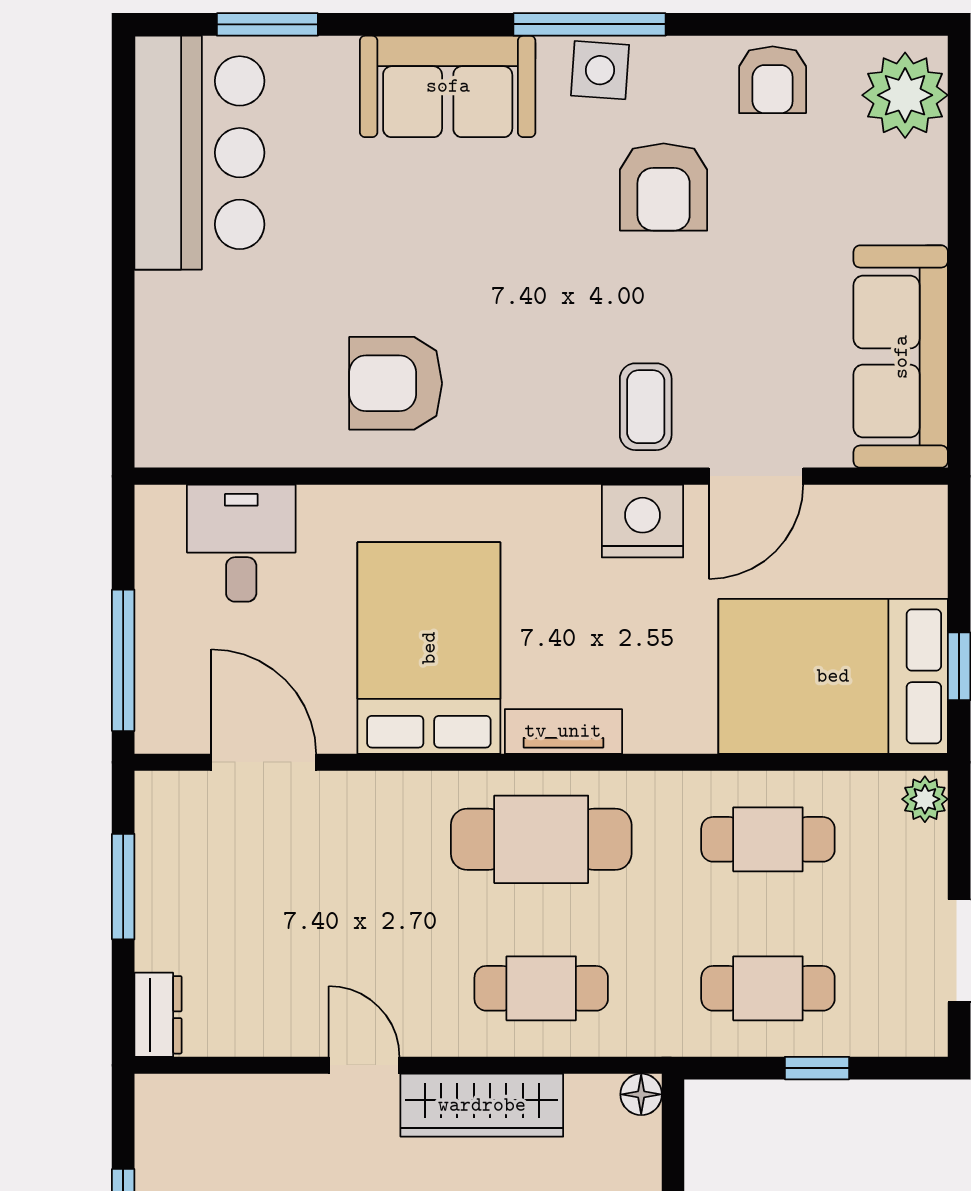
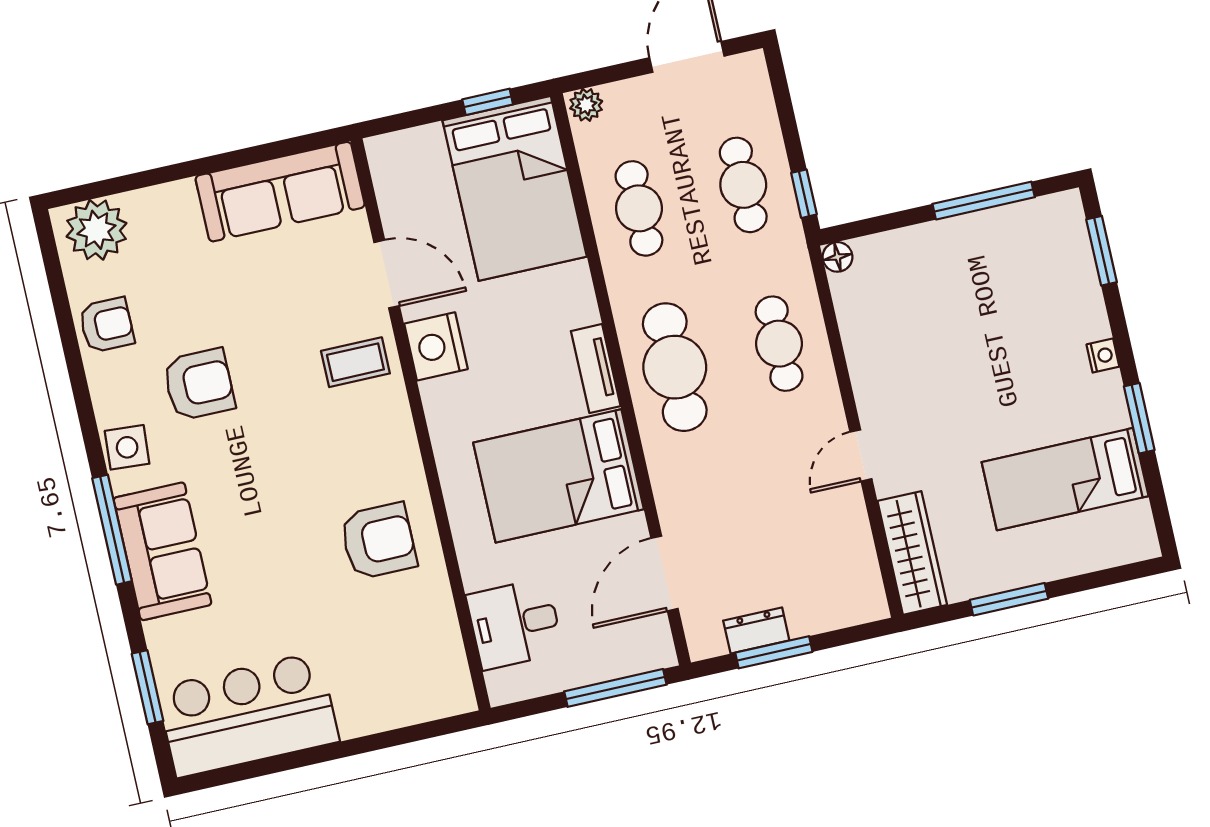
window: (590, 24) -> (112, 530), moved
armchair: (396, 383) -> (378, 541), turned -90
dresser: (158, 1015) -> (756, 631), moved
window: (817, 1068) -> (804, 194), moved
wardrobe: (482, 1105) -> (912, 553), moved

